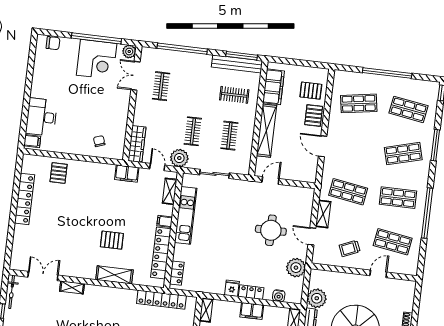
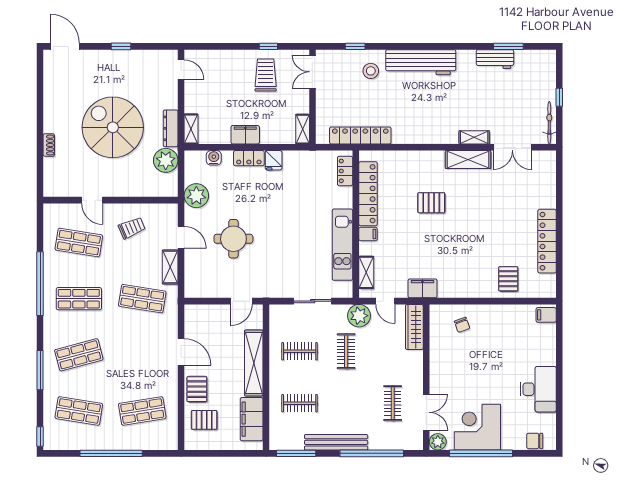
bench: (237, 64) -> (336, 442), moved
desk: (41, 117) -> (538, 389), moved
clothes rail: (229, 136) -> (300, 351), turned 90
door: (378, 274) -> (92, 200), hinge flipped
shelving: (114, 275) -> (468, 160), moved

